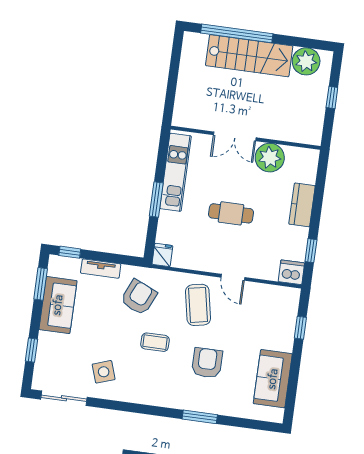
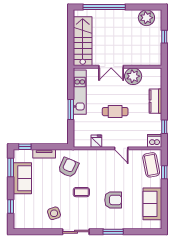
stairs: (249, 56) -> (83, 41), moved, turned -90
fridge: (162, 255) -> (96, 141), moved
coffee table: (198, 305) -> (151, 165), moved
armchair: (207, 363) -> (113, 200), turned 90
sliding door: (64, 398) -> (76, 232), moved

